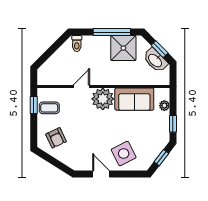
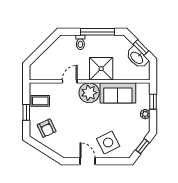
toilet: (77, 44) -> (80, 42), moved
shower: (123, 48) -> (101, 69), moved
window: (34, 105) -> (26, 112), moved
plant: (164, 106) -> (145, 114), moved
window: (173, 124) -> (153, 102), moved

